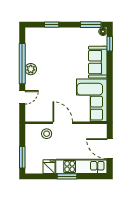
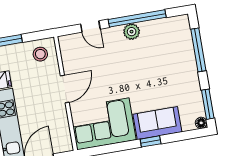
window: (52, 25) -> (198, 50), width x2.17
window: (110, 44) -> (151, 141), moved
stool: (47, 134) -> (40, 54), moved

